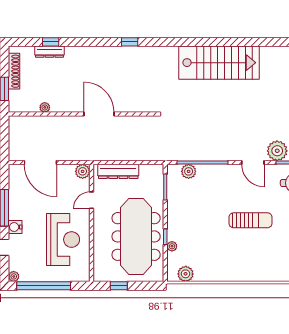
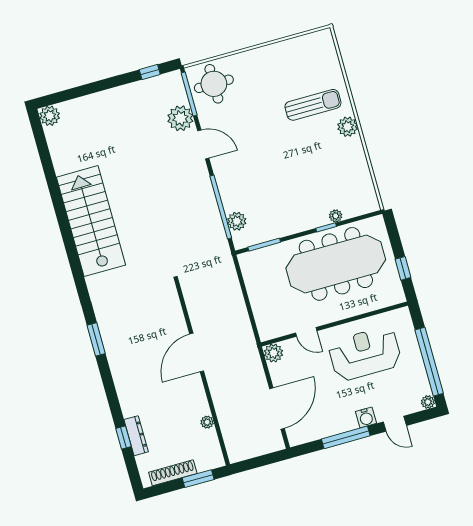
window: (130, 42) -> (96, 339), width x1.50
door: (253, 162) -> (203, 144), hinge flipped
dresser: (118, 171) -> (261, 309), removed
sun lounger: (251, 220) -> (313, 105), moved, turned 90
plant: (186, 274) -> (348, 127), moved

